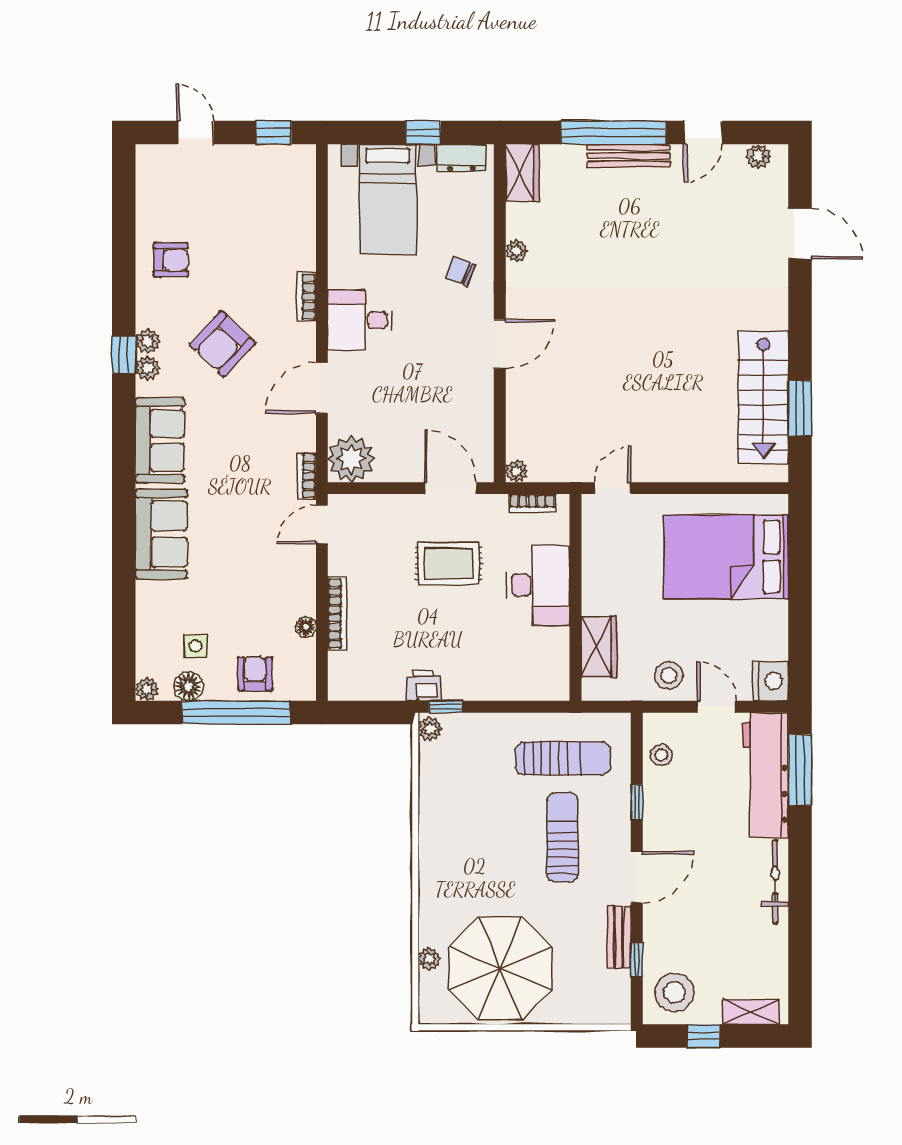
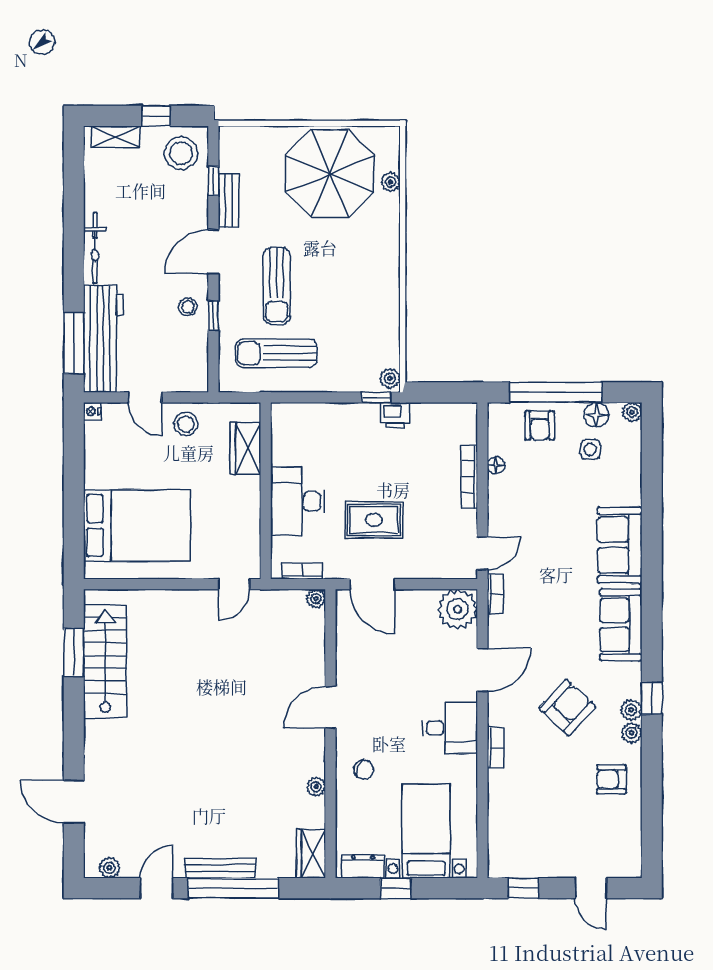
plant: (147, 368) -> (631, 733), moved
nightstand: (771, 681) -> (92, 411), width x0.53, depth x0.56
stool: (661, 755) -> (188, 307), moved

